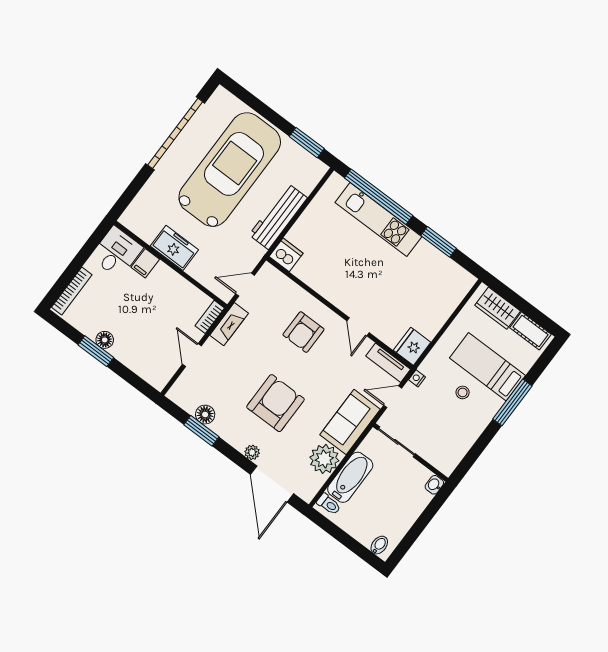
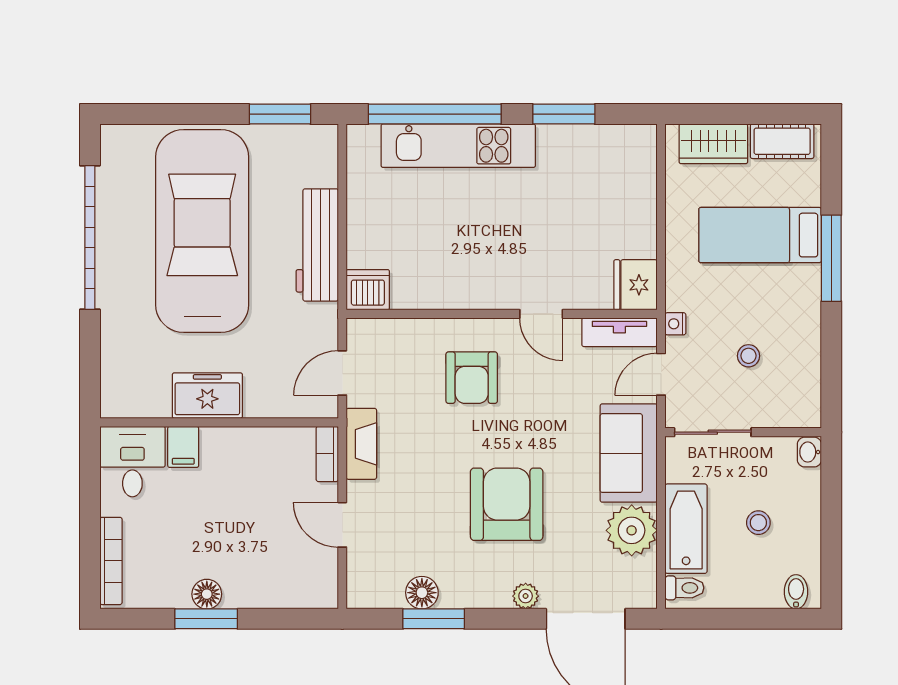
stool: (463, 392) -> (748, 356), moved
stool: (386, 500) -> (758, 523), added

